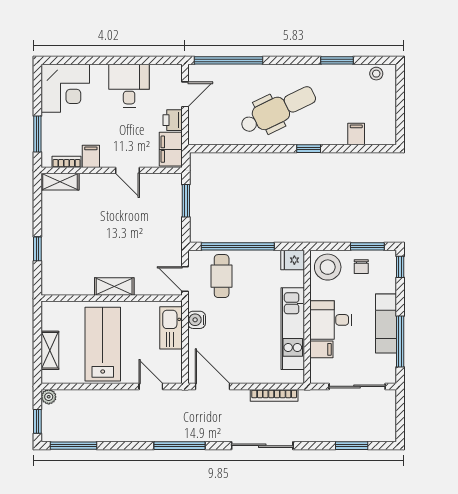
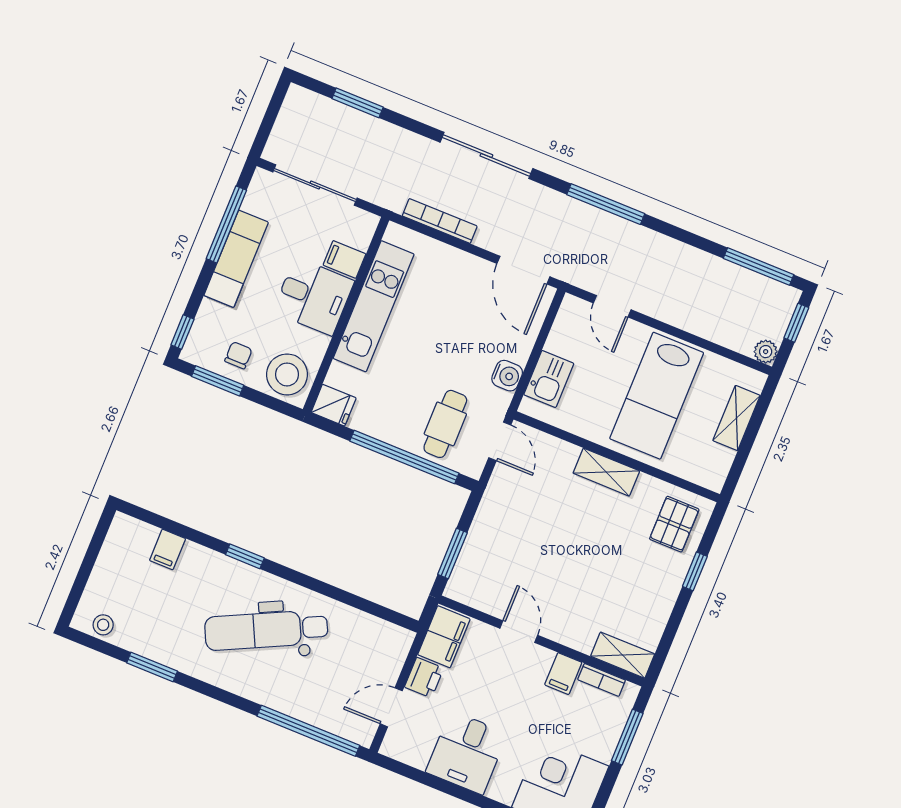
pallet: (61, 272) -> (674, 524), added
kitchen sink: (171, 328) -> (549, 379), width x0.73

